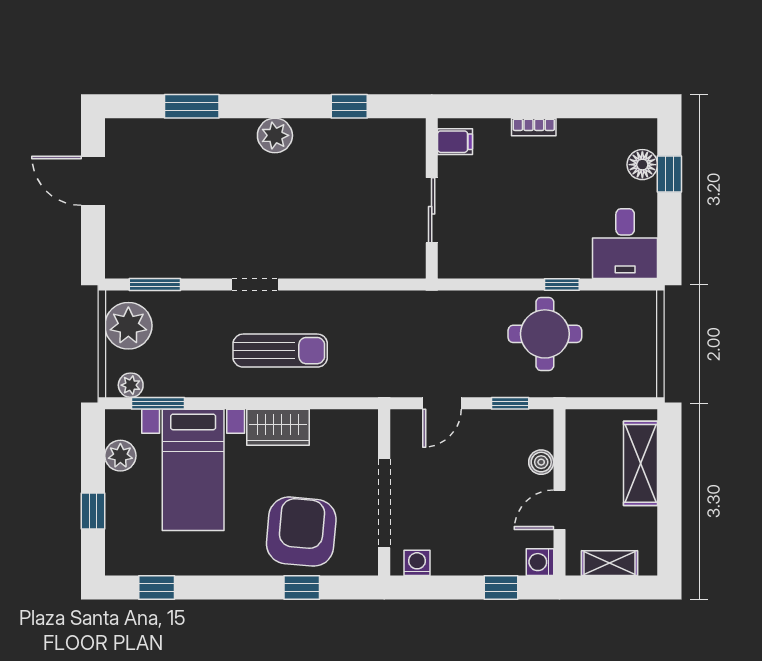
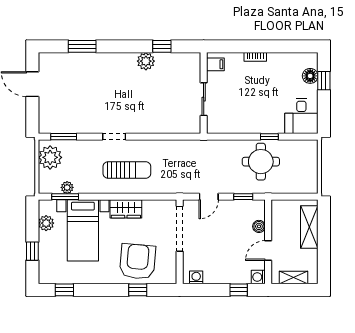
plant: (275, 135) -> (146, 61), moved
plant: (131, 385) -> (67, 187), moved
doorway: (384, 503) -> (180, 229), moved

